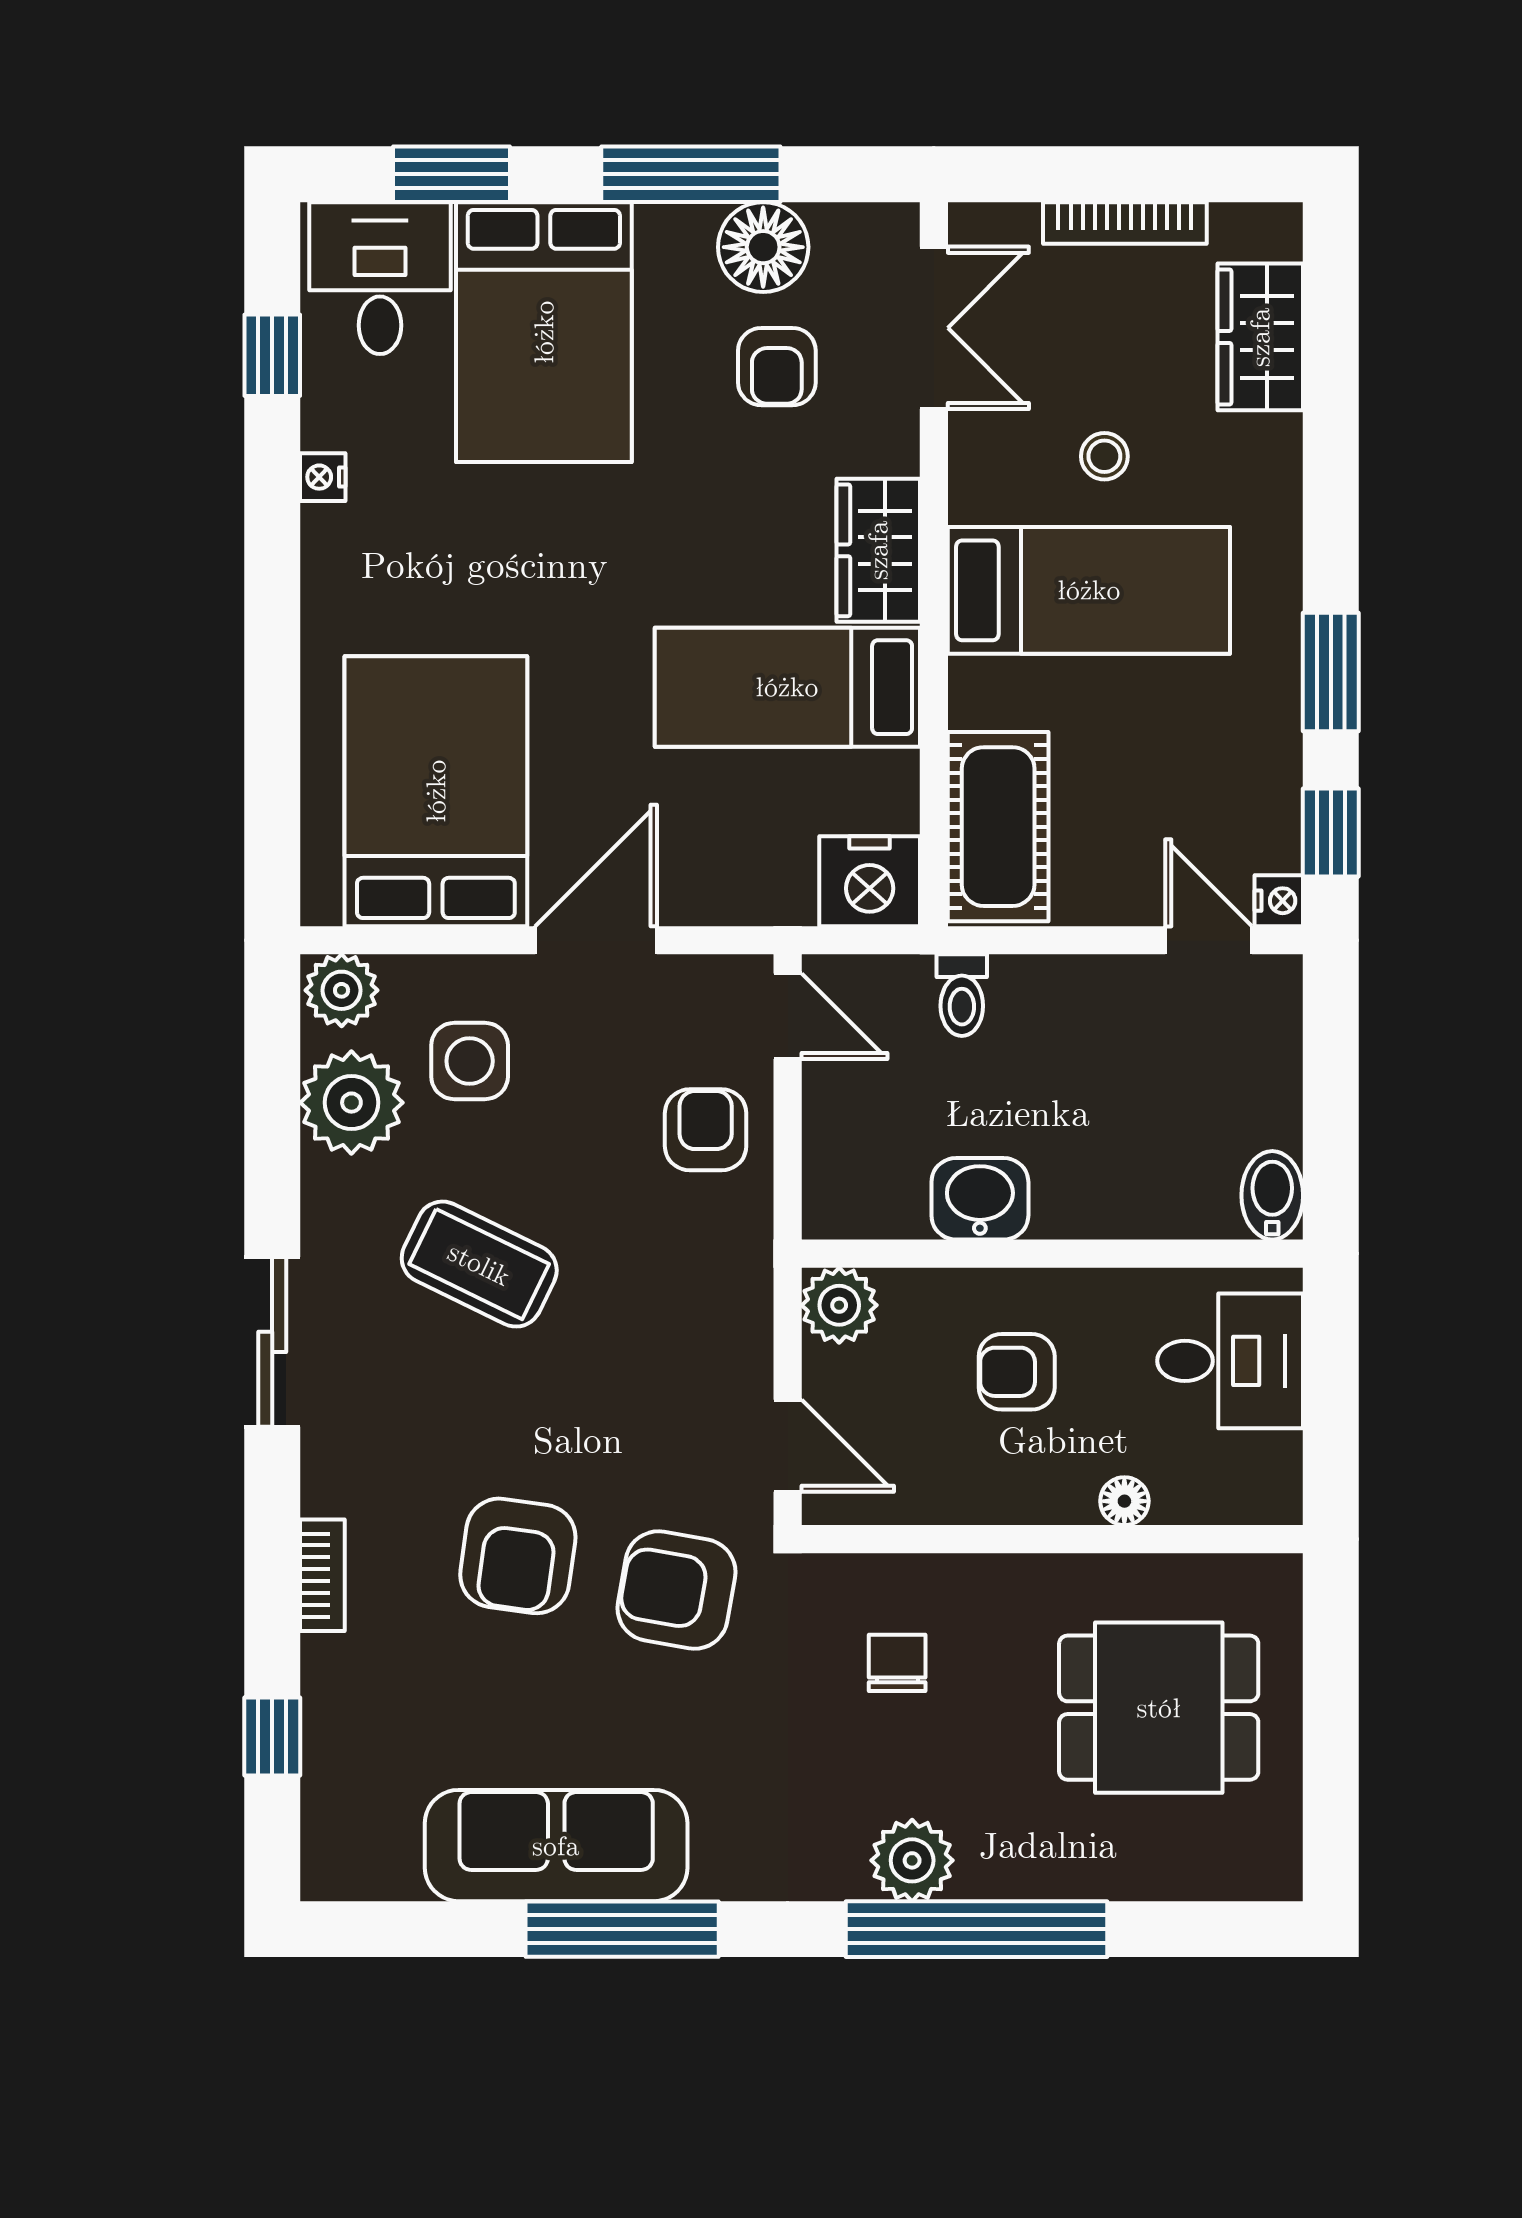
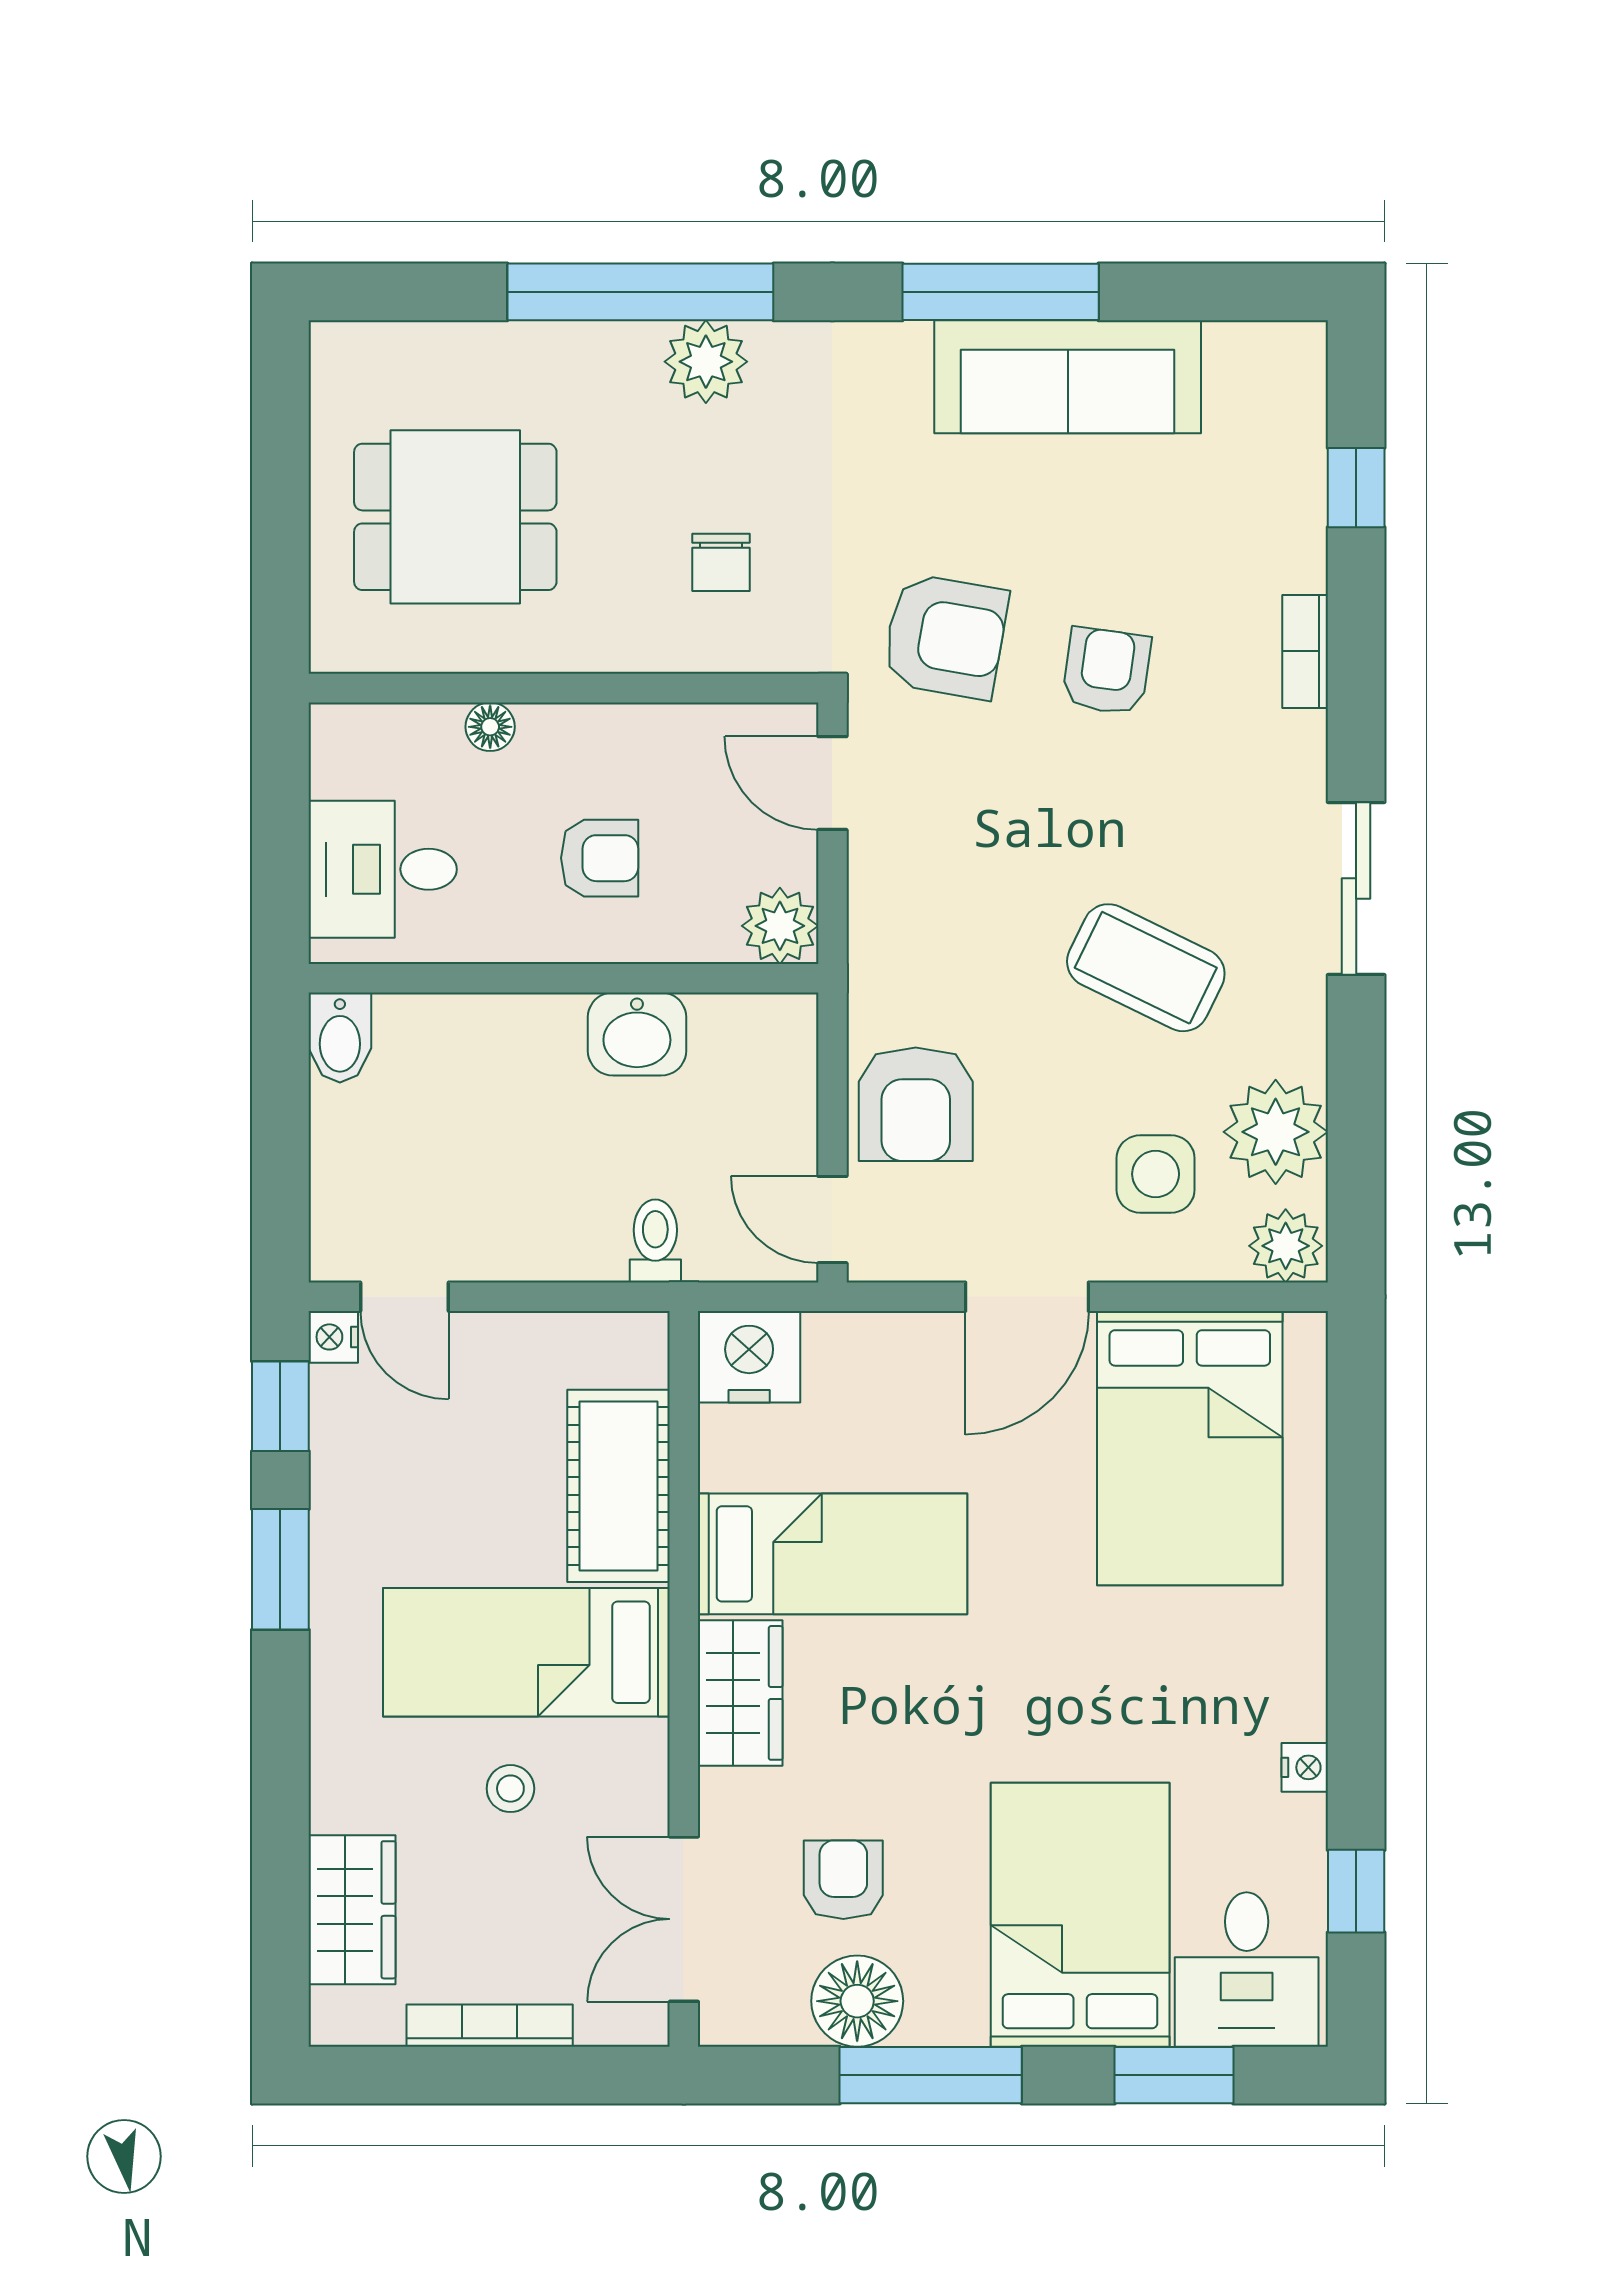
cot: (998, 827) -> (618, 1486), moved
armchair: (706, 1130) -> (916, 1104), width x1.38, depth x1.38
armchair: (518, 1556) -> (1107, 671), width x0.72, depth x0.72

